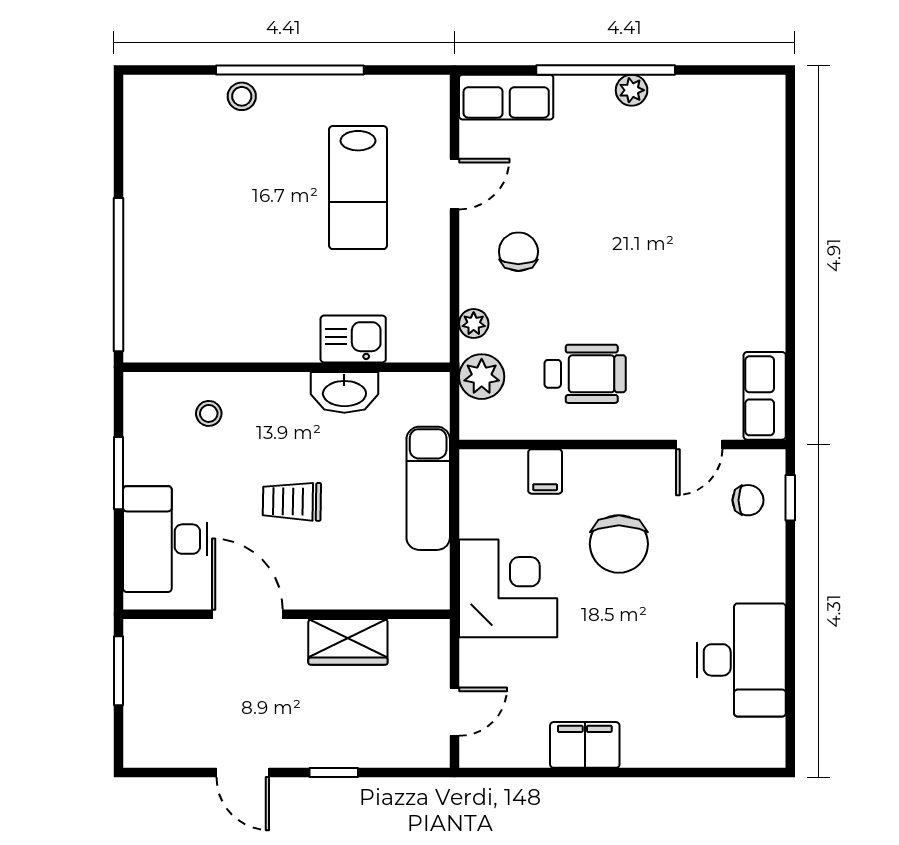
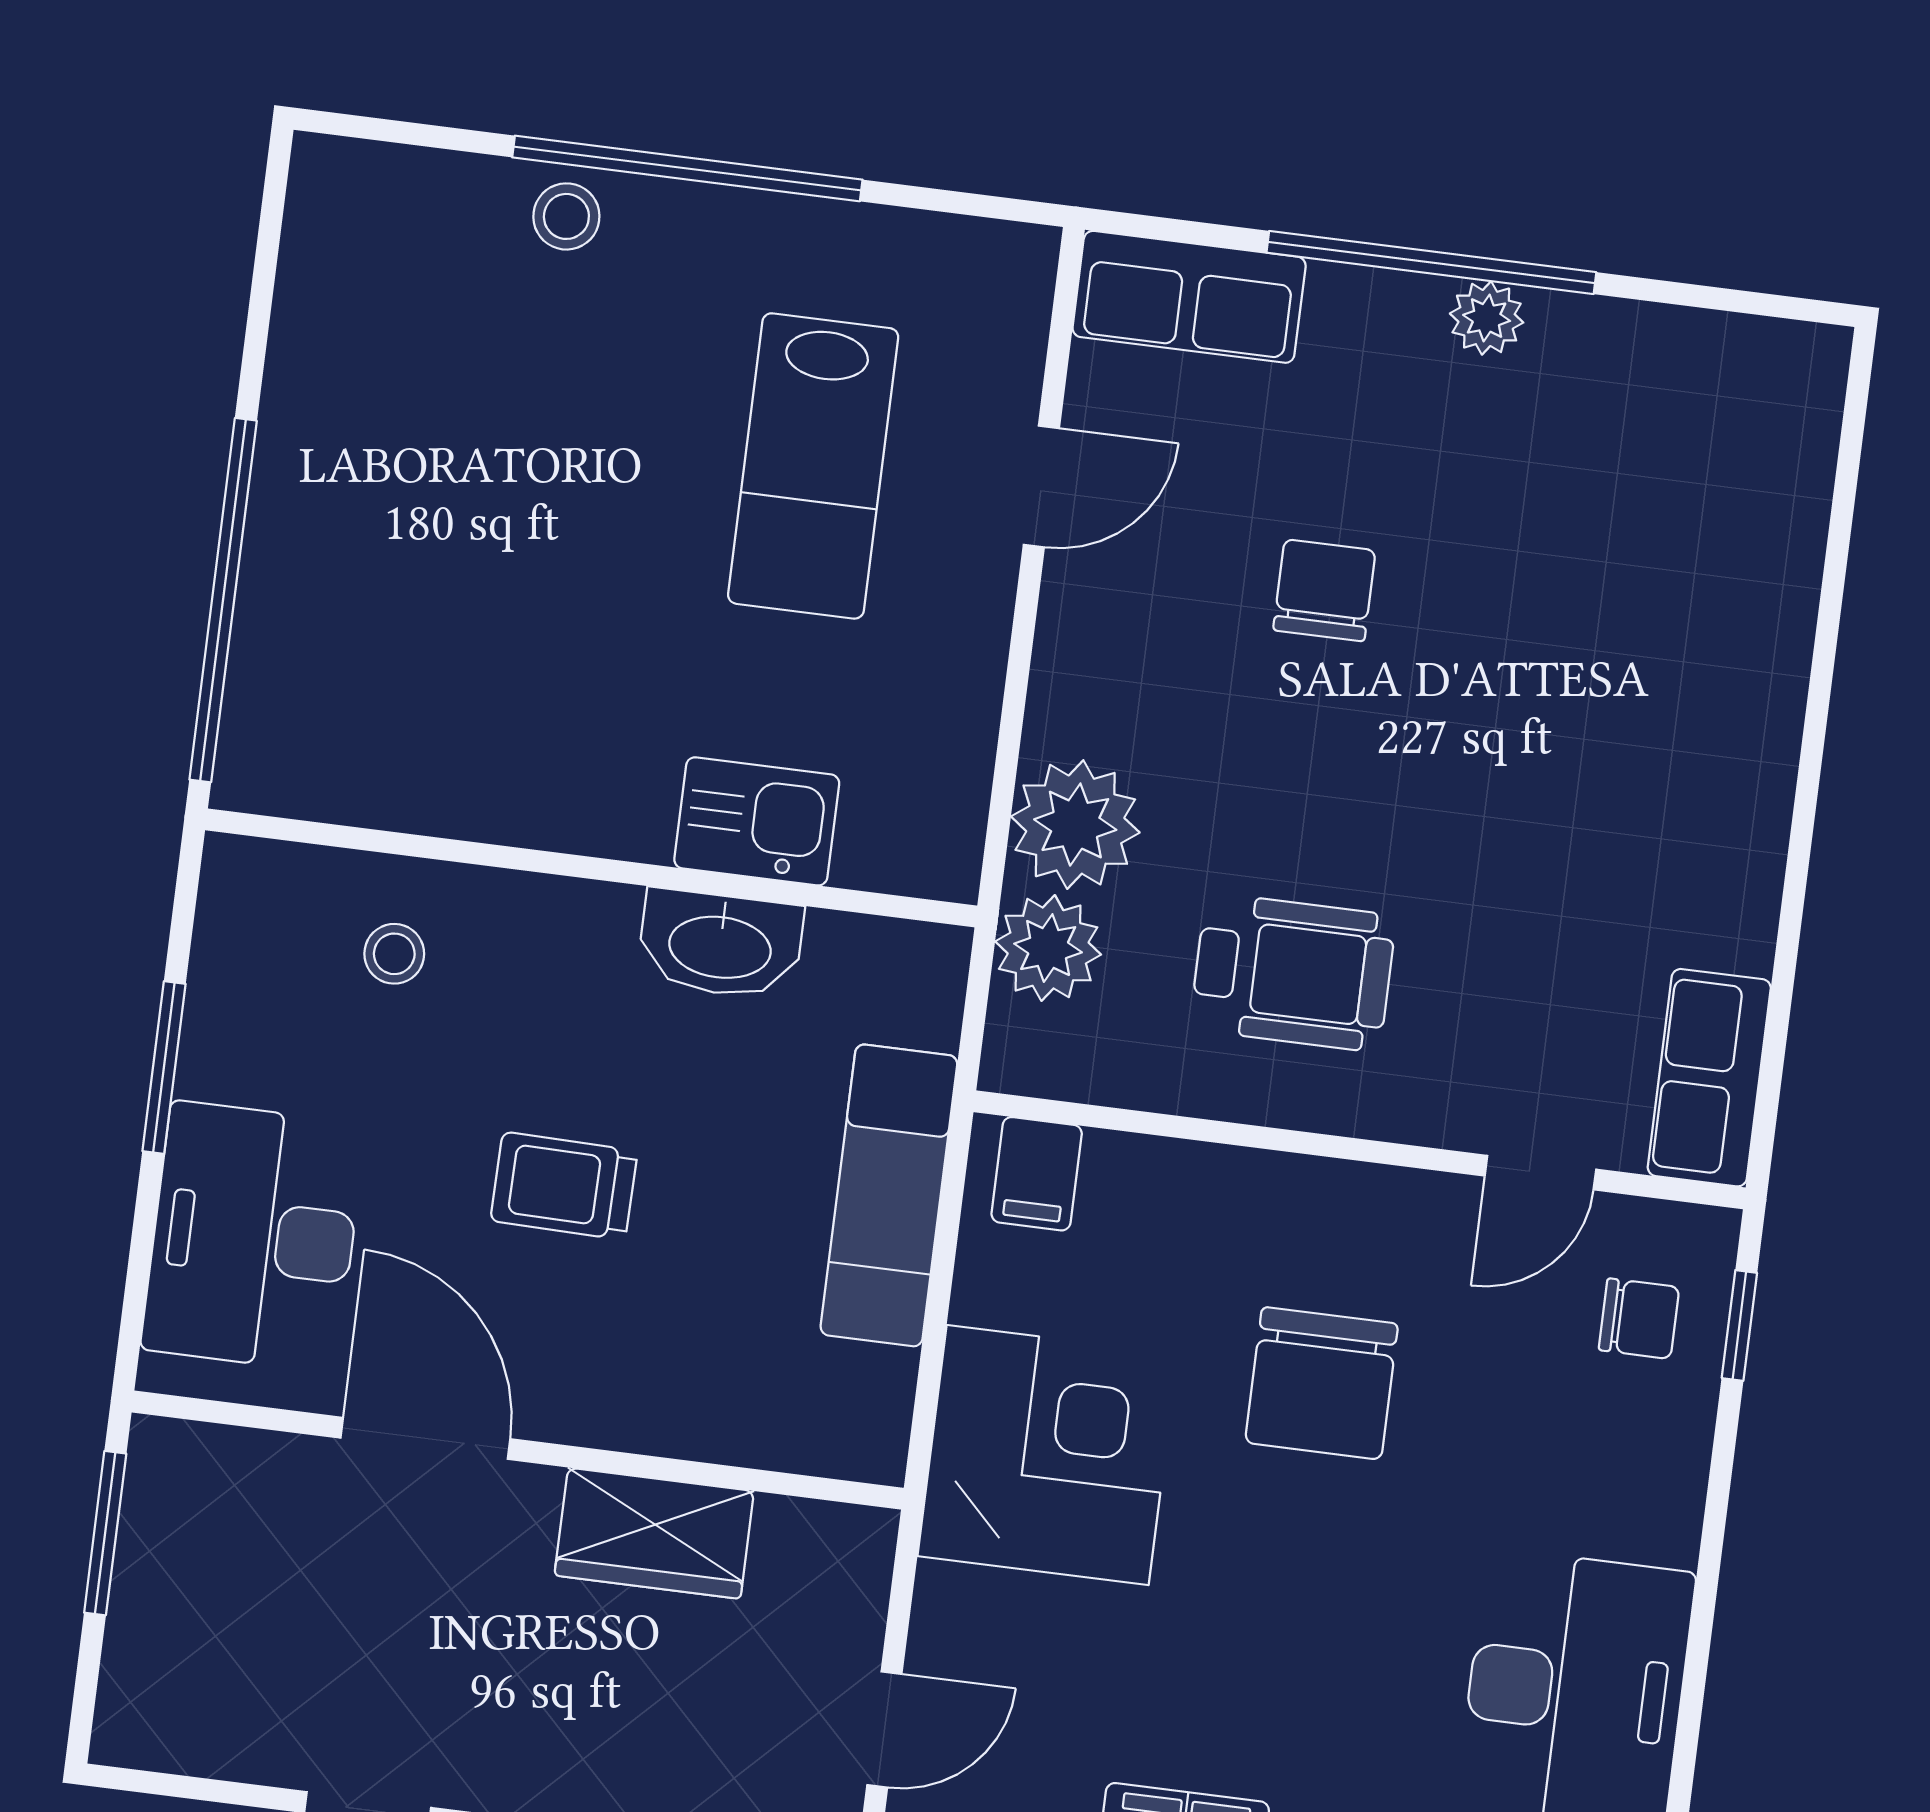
chair: (518, 252) -> (1324, 590), moved
plant: (474, 324) -> (1075, 825), width x1.87, depth x1.87
filing cabinet: (545, 471) -> (1037, 1174), moved

